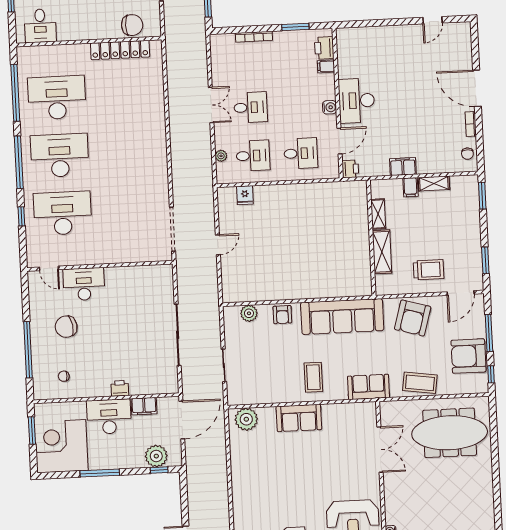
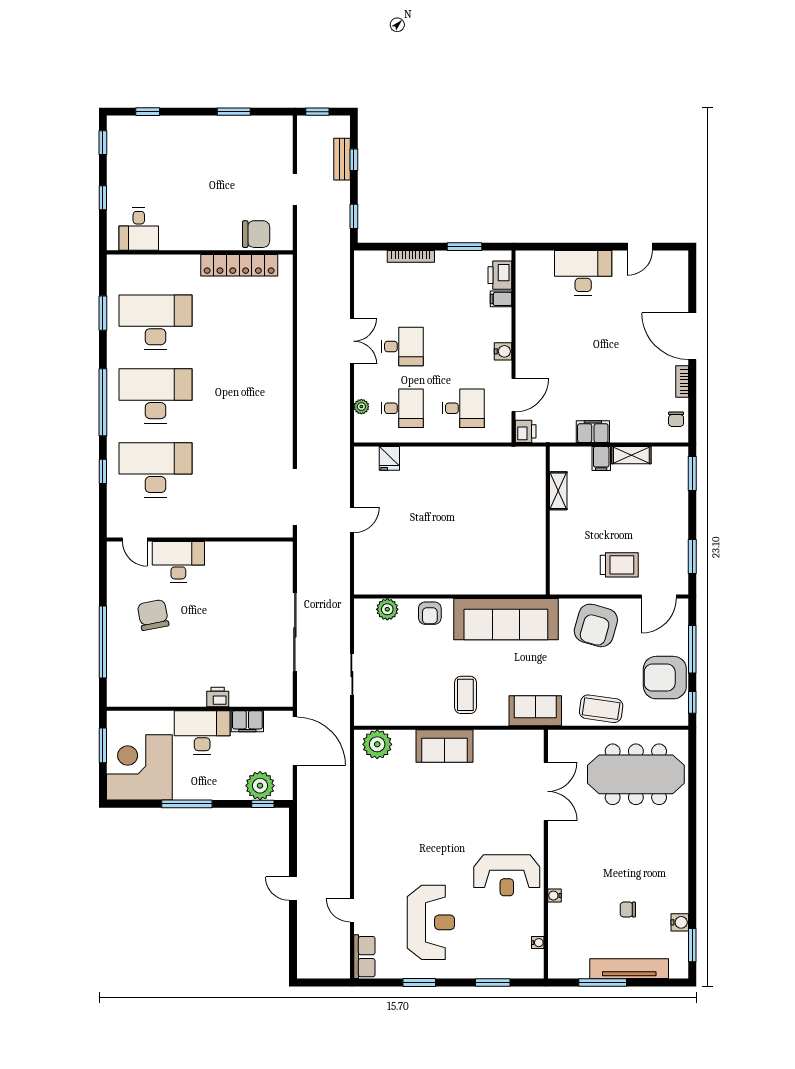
window: (15, 93) -> (103, 313), width x0.47
desk: (357, 101) -> (583, 273), moved, turned 90
shelving: (382, 252) -> (561, 539), removed
chair: (66, 327) -> (153, 615), turned 89
chair: (64, 376) -> (147, 678), removed
door: (182, 420) -> (295, 741), hinge flipped

